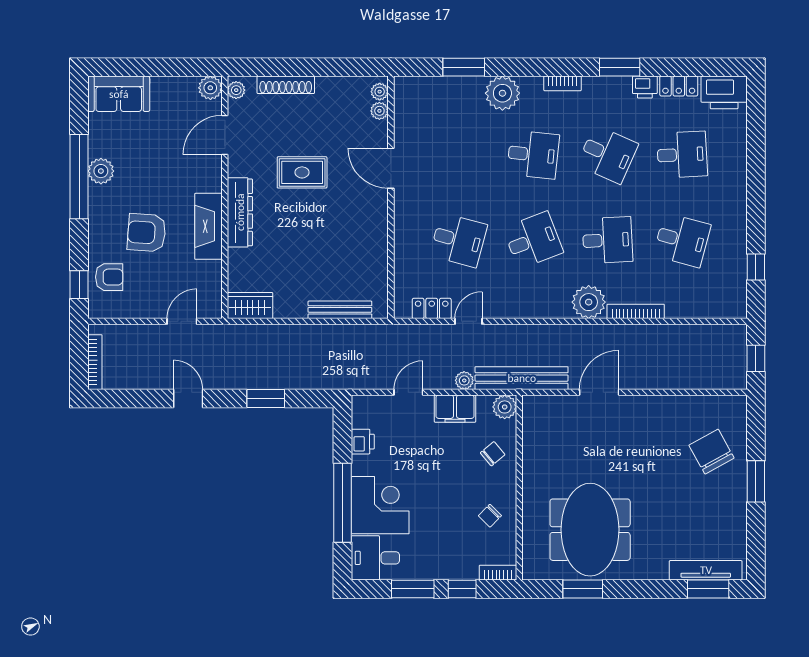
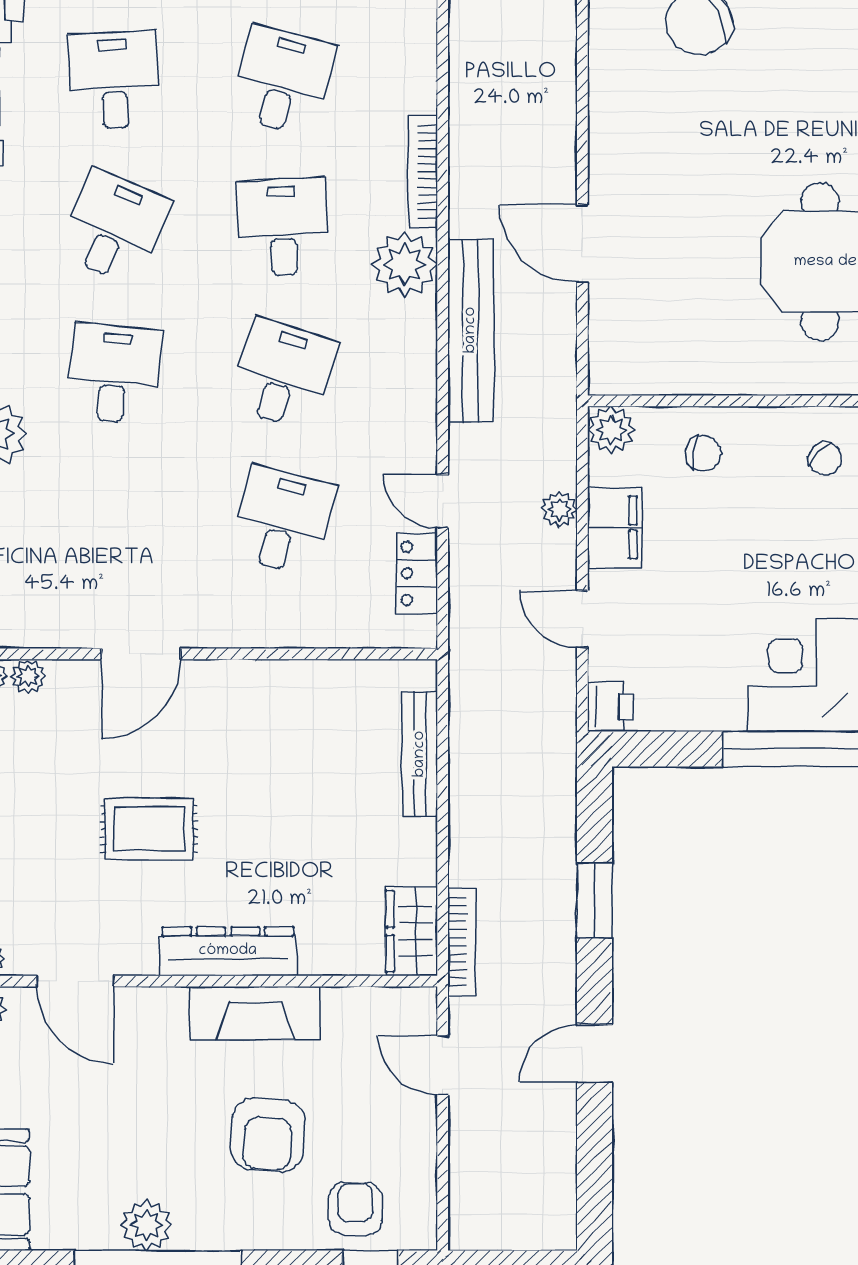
rug: (302, 172) -> (149, 829), turned 90
desk: (533, 240) -> (283, 374), turned 39
bookcase: (95, 362) -> (462, 942), moved, turned 90
bench: (522, 378) -> (471, 330), moved
printer: (363, 442) -> (610, 707), moved, turned 90
chair: (493, 454) -> (703, 453), turned 138

